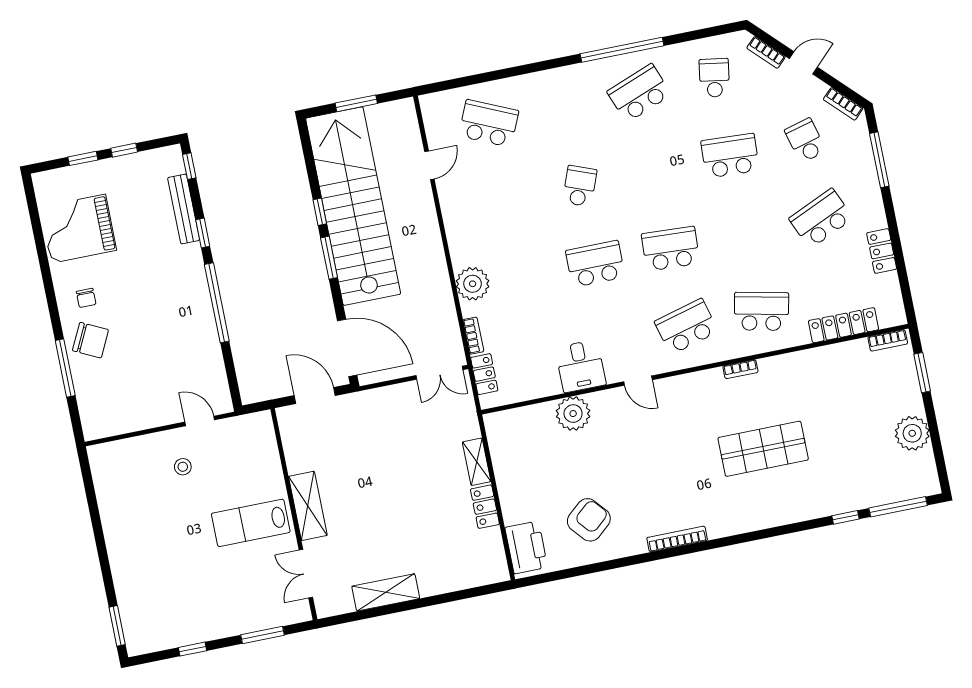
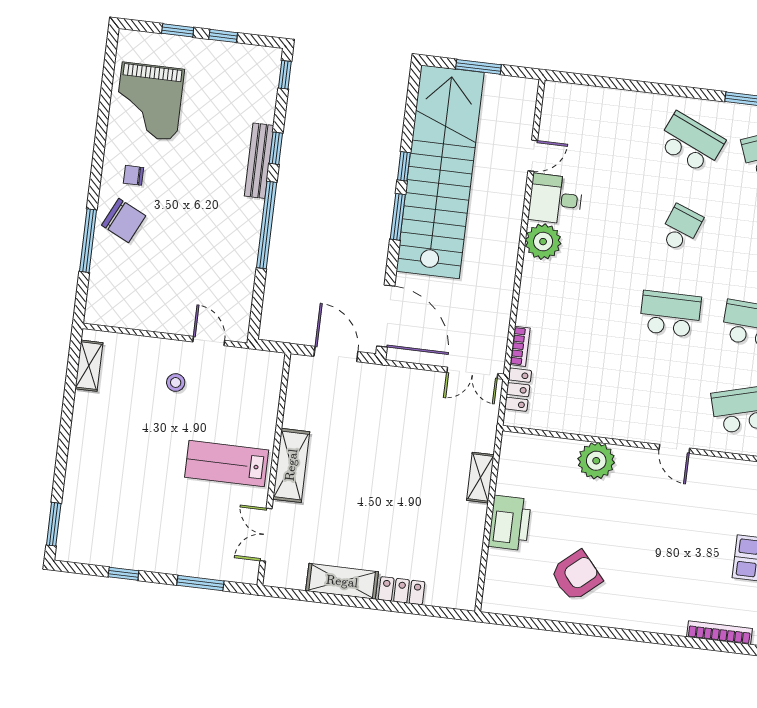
school desk: (489, 123) -> (691, 143), moved
bench: (184, 209) -> (259, 161), moved
grand piano: (78, 229) -> (149, 101), turned -90
plant: (473, 284) -> (543, 242), moved
chair: (86, 298) -> (134, 175), turned 90
desk: (581, 366) -> (556, 199), moved, turned 90
shelving: (102, 477) -> (89, 366), added
locker: (485, 507) -> (402, 591), moved, turned 90
bookcase: (677, 539) -> (719, 633), moved
printer: (526, 547) -> (510, 523), moved

